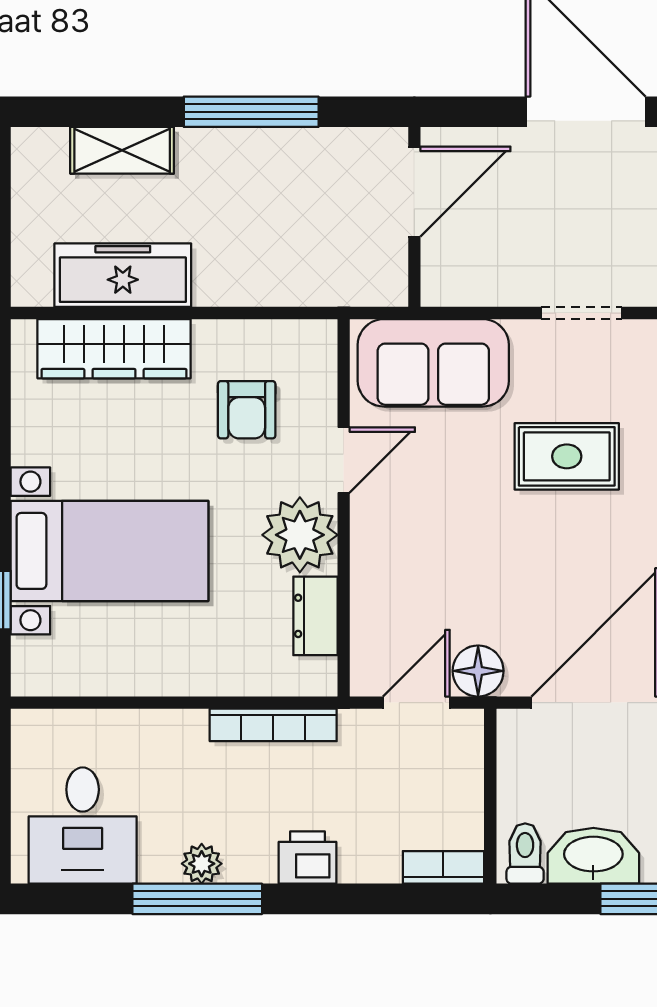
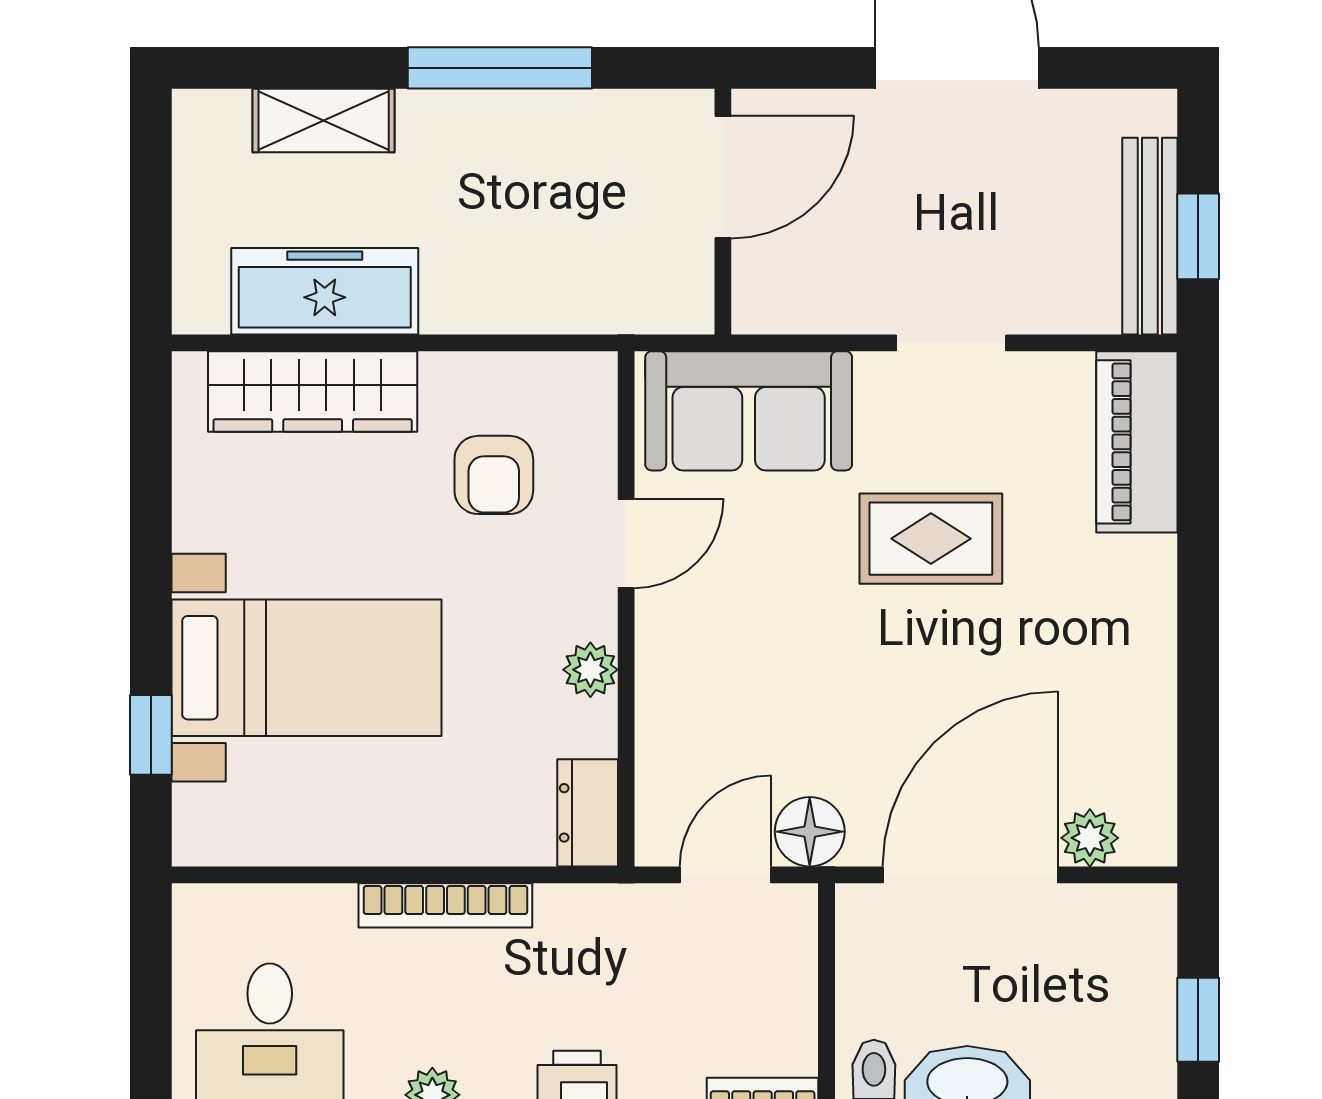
plant: (300, 535) -> (590, 670), width x0.53, depth x0.53
dresser: (315, 616) -> (588, 813), moved
bookcase: (273, 725) -> (445, 905), moved

